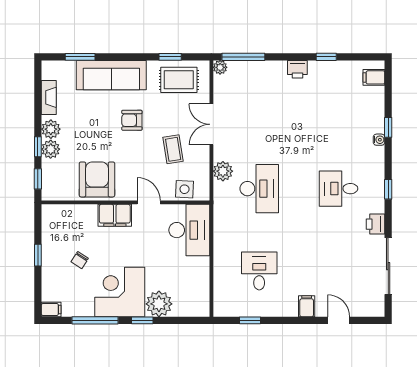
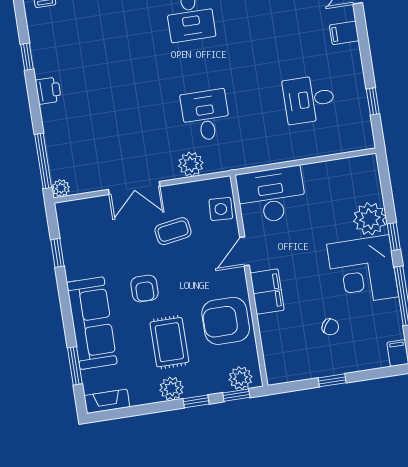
rug: (179, 80) -> (169, 342), moved
fireplace: (49, 97) -> (107, 401), moved
plant: (51, 149) -> (241, 378), moved
desk: (259, 189) -> (206, 115), width x0.73

